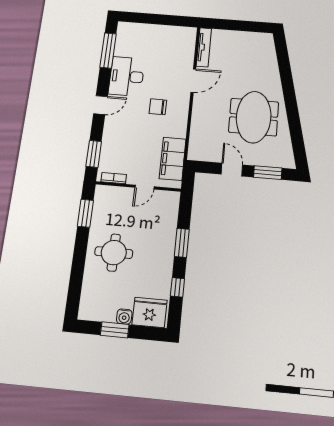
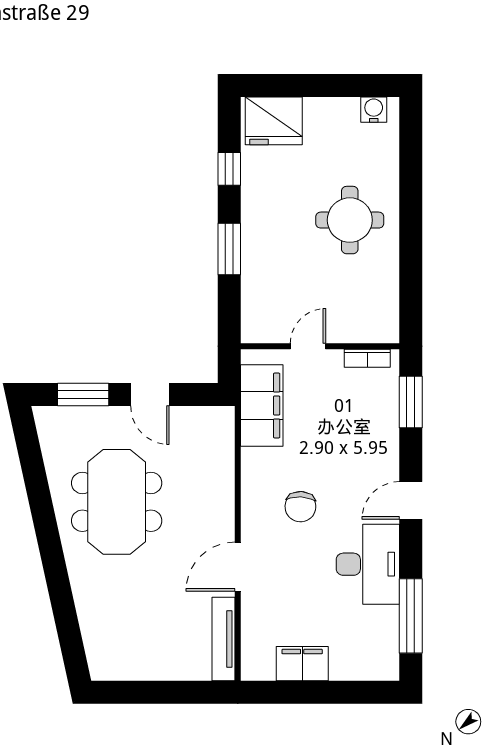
filing cabinet: (165, 33) -> (302, 664), added
chair: (158, 107) -> (300, 507), turned 93
window: (85, 213) -> (411, 287), removed
water cooler: (124, 317) -> (374, 110), moved
window: (115, 330) -> (331, 85), removed

